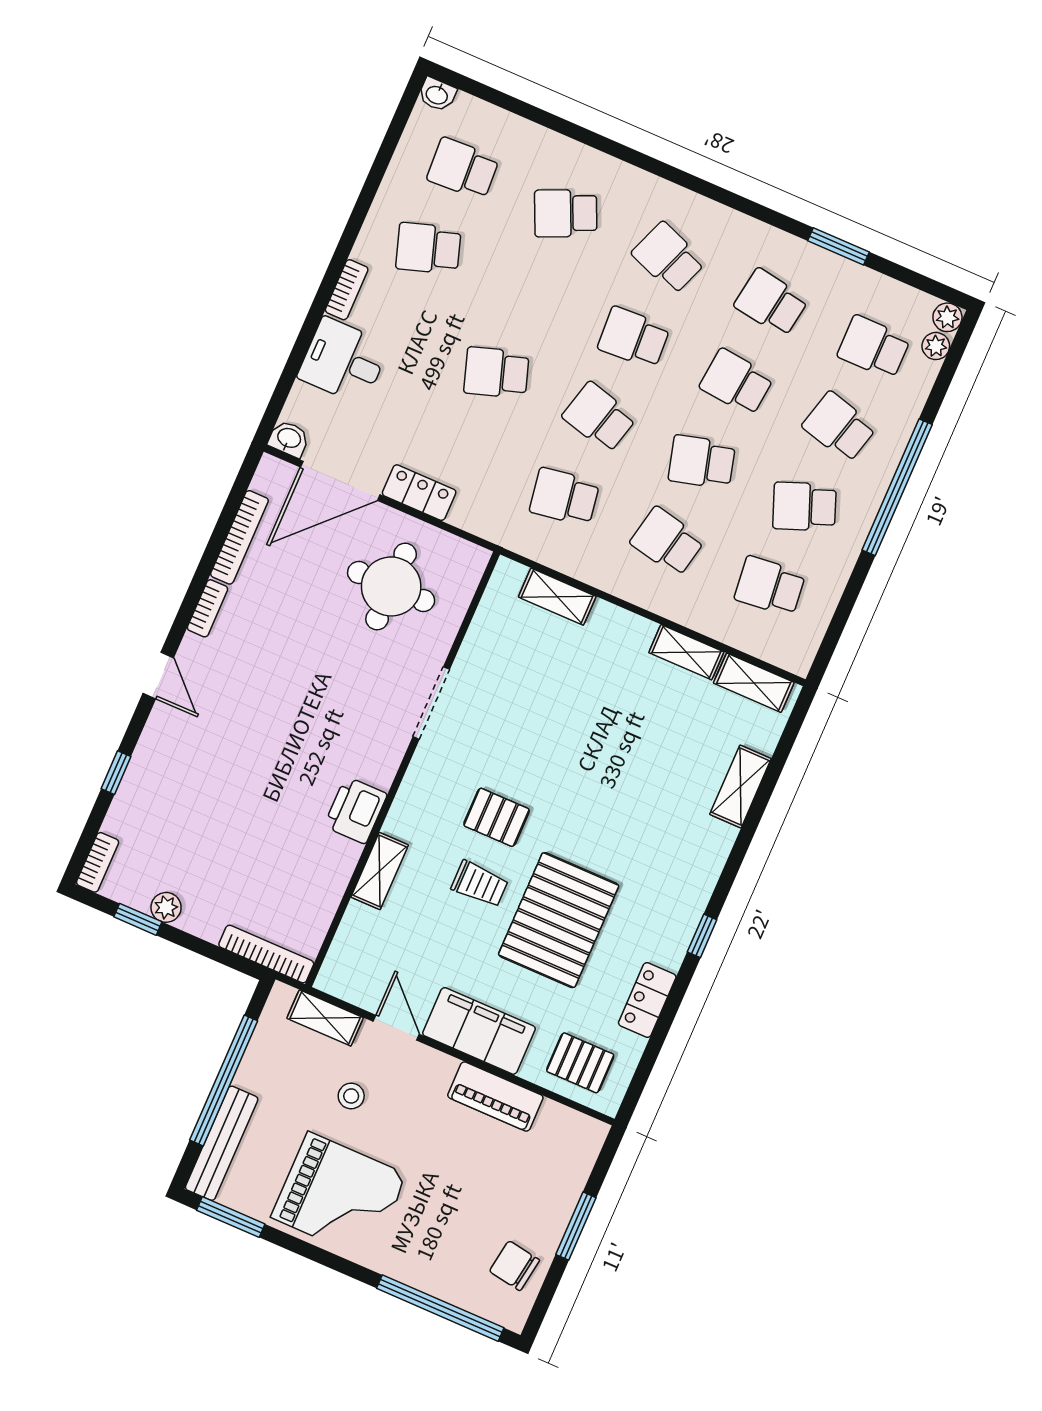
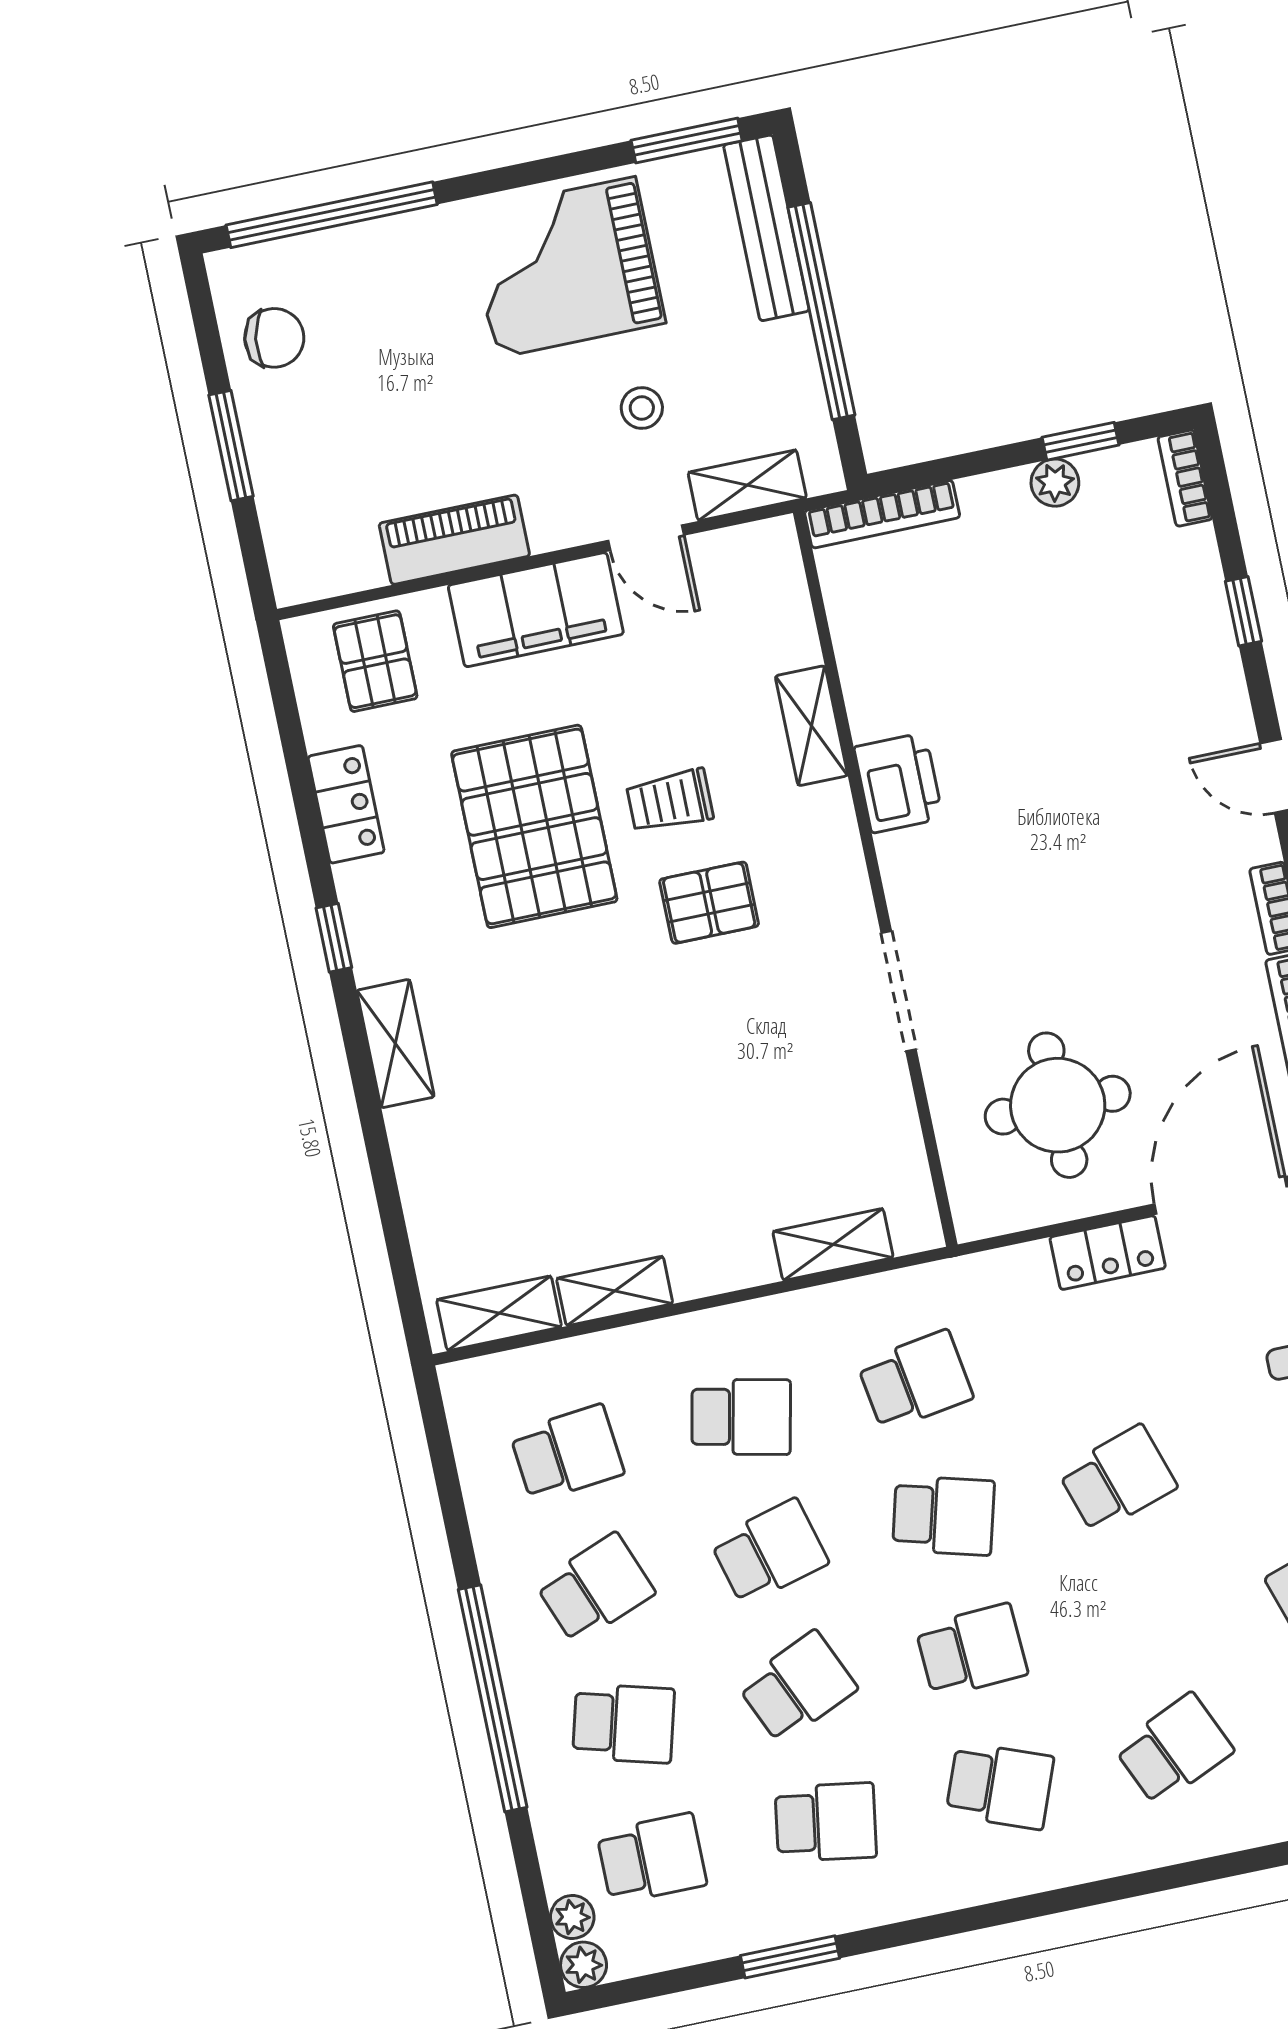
school desk: (736, 382) -> (798, 1687), turned -30
shelving: (740, 787) -> (395, 1044), moved
pallet: (580, 1063) -> (375, 661), turned 90

